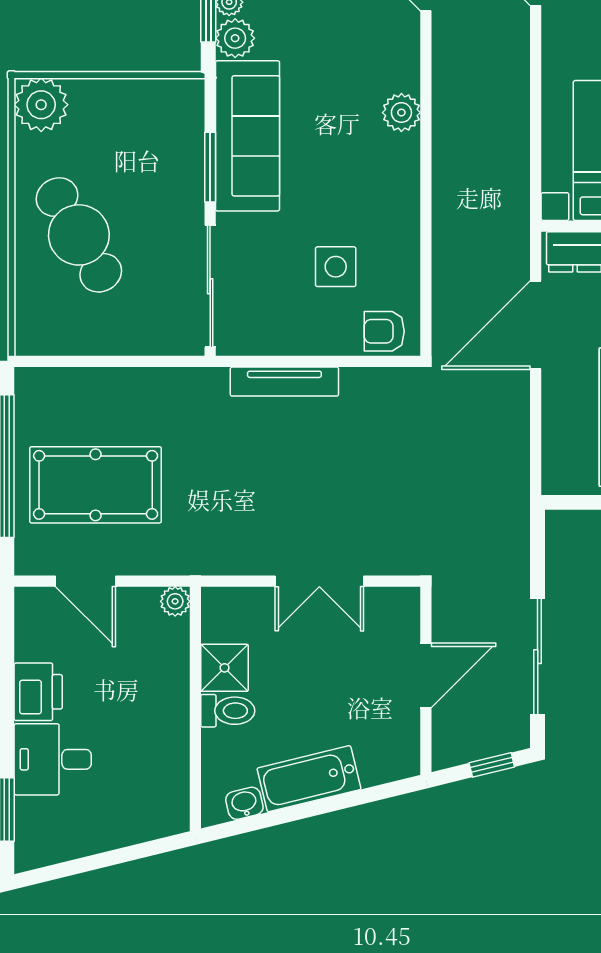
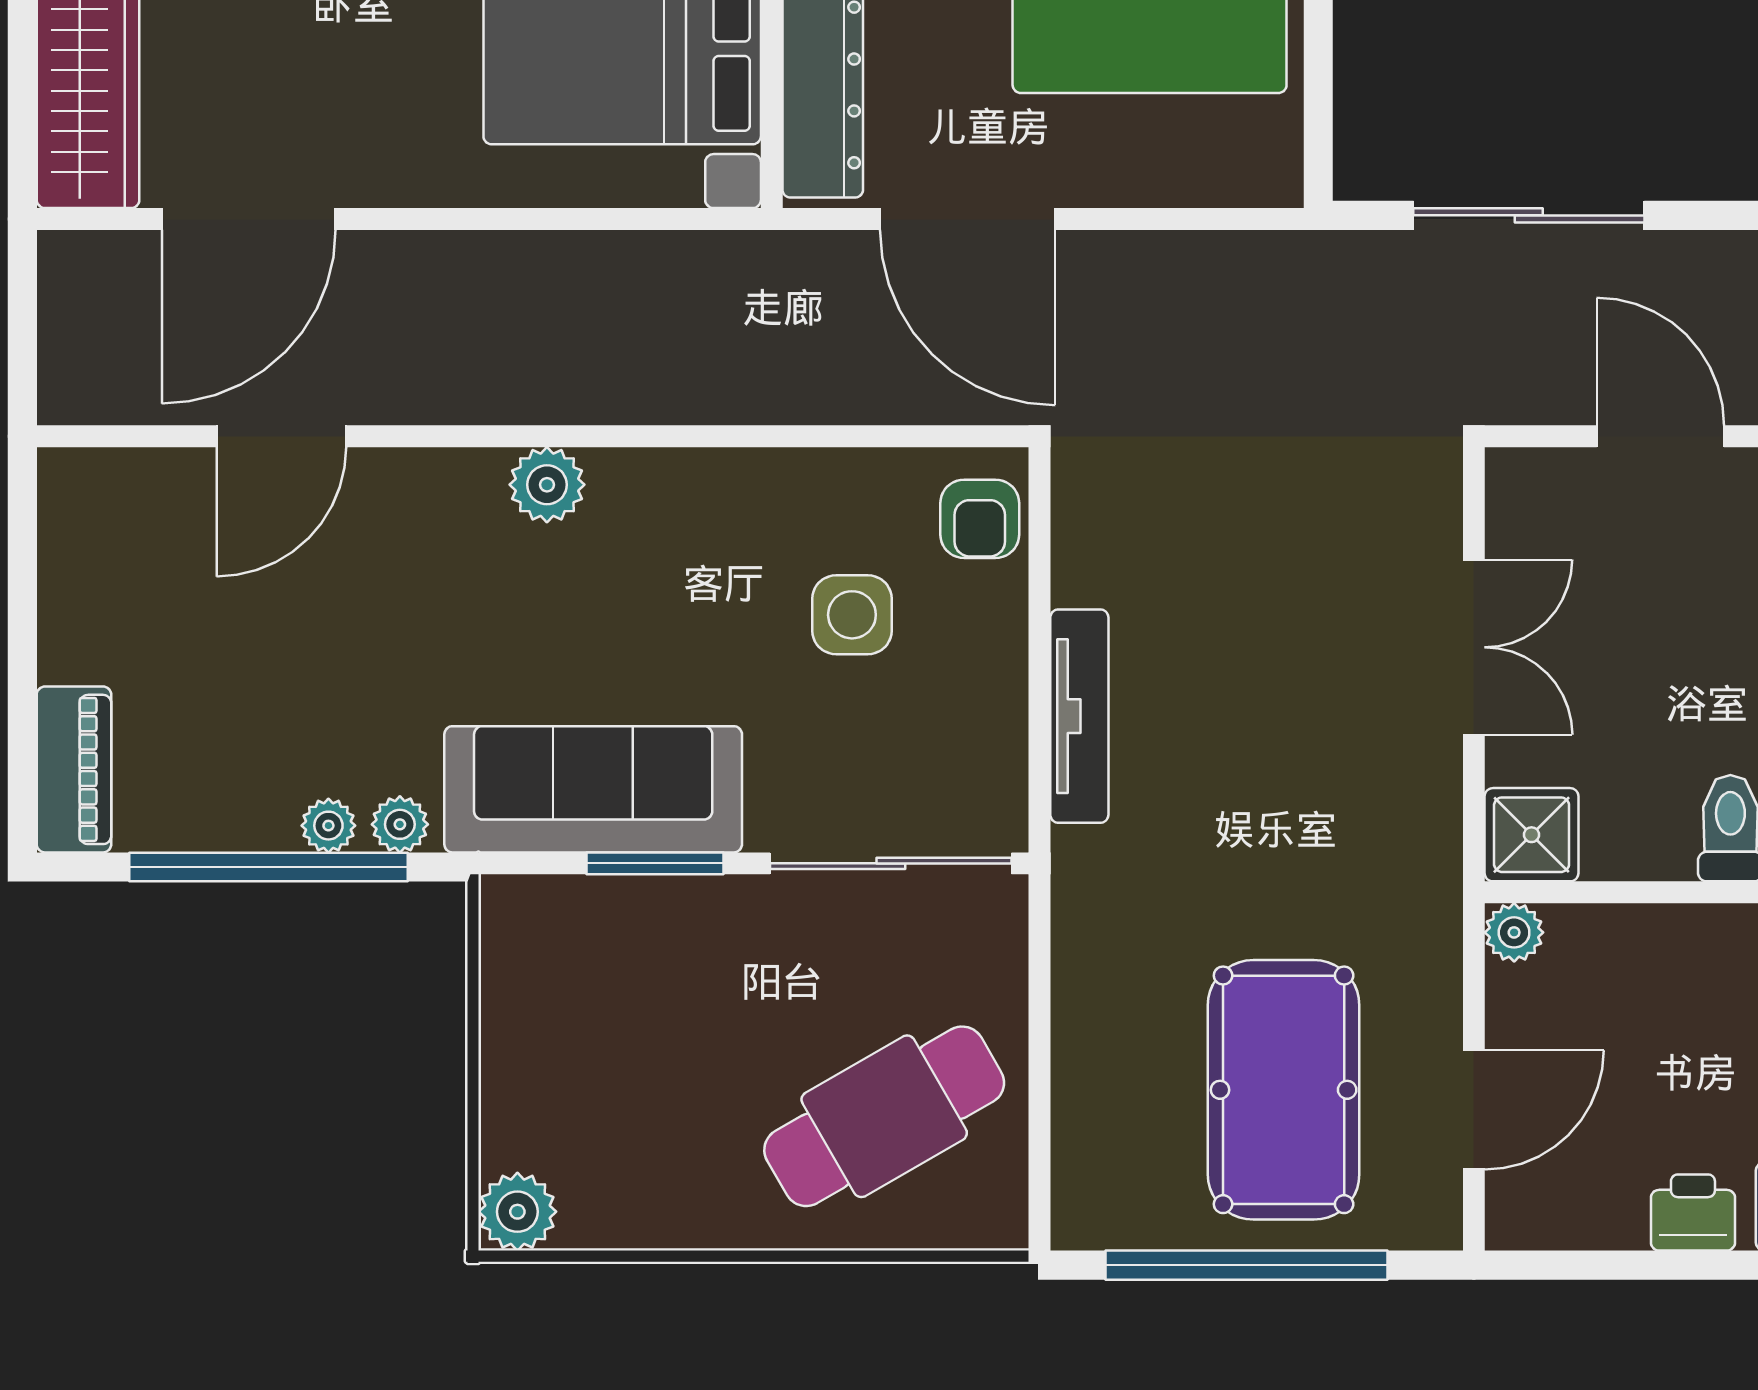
plant: (235, 38) -> (400, 824), width x0.73, depth x0.73
plant: (41, 105) -> (517, 1212), width x0.73, depth x0.73
cafe table: (79, 235) -> (884, 1116), moved
sliding door: (538, 657) -> (1529, 215), moved
shower: (225, 668) -> (1532, 835), moved
printer: (38, 692) -> (1693, 1213), width x0.73, depth x0.81

